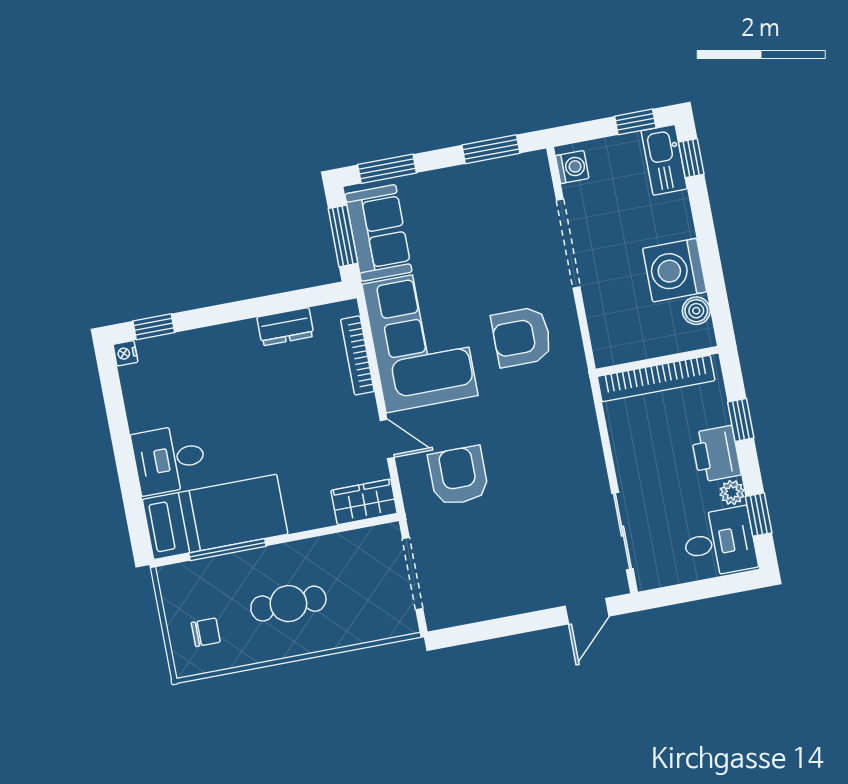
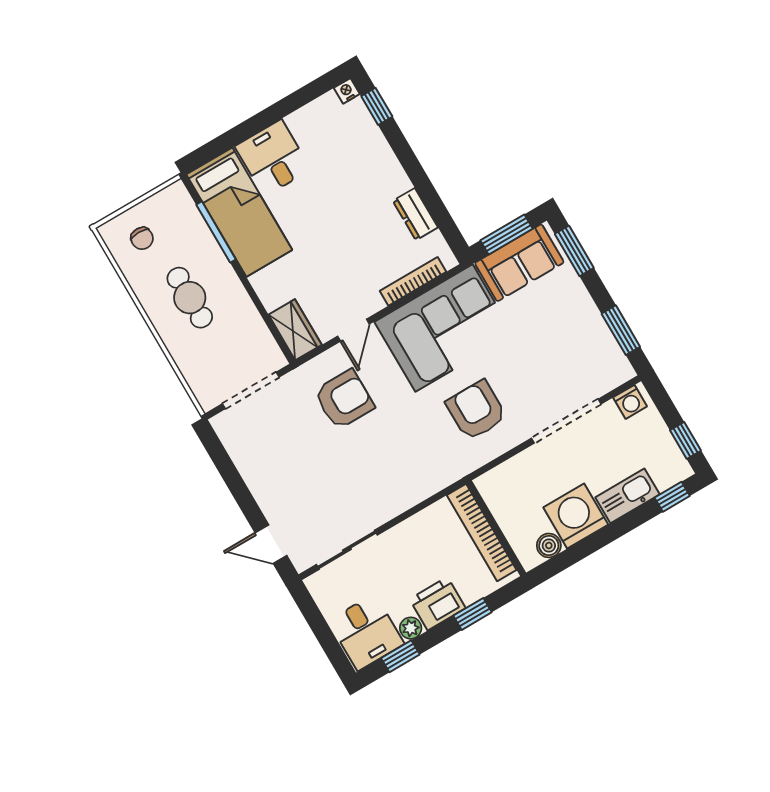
kitchen sink: (664, 160) -> (627, 496), moved

